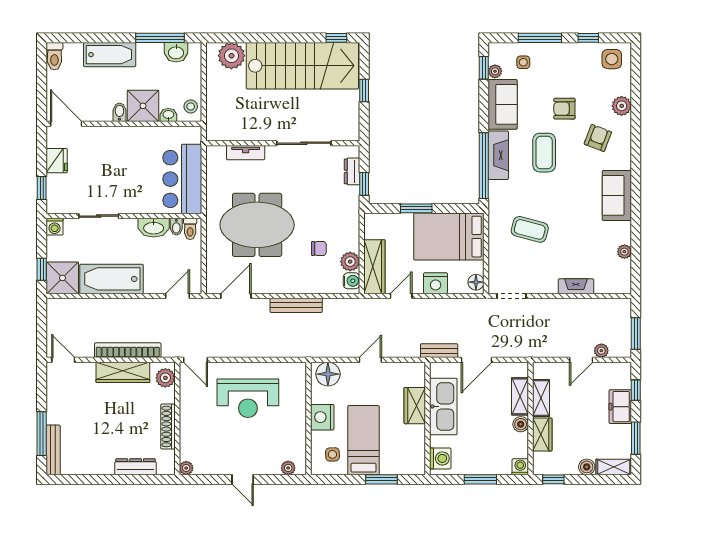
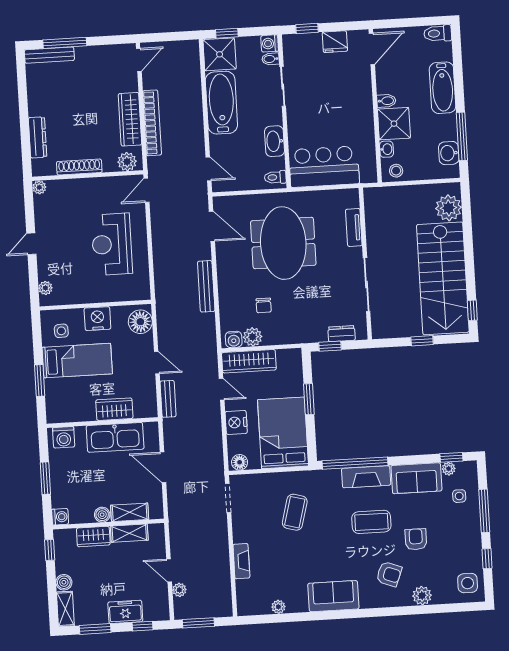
bidet: (176, 227) -> (271, 59), moved
bench: (439, 351) -> (168, 399), moved

